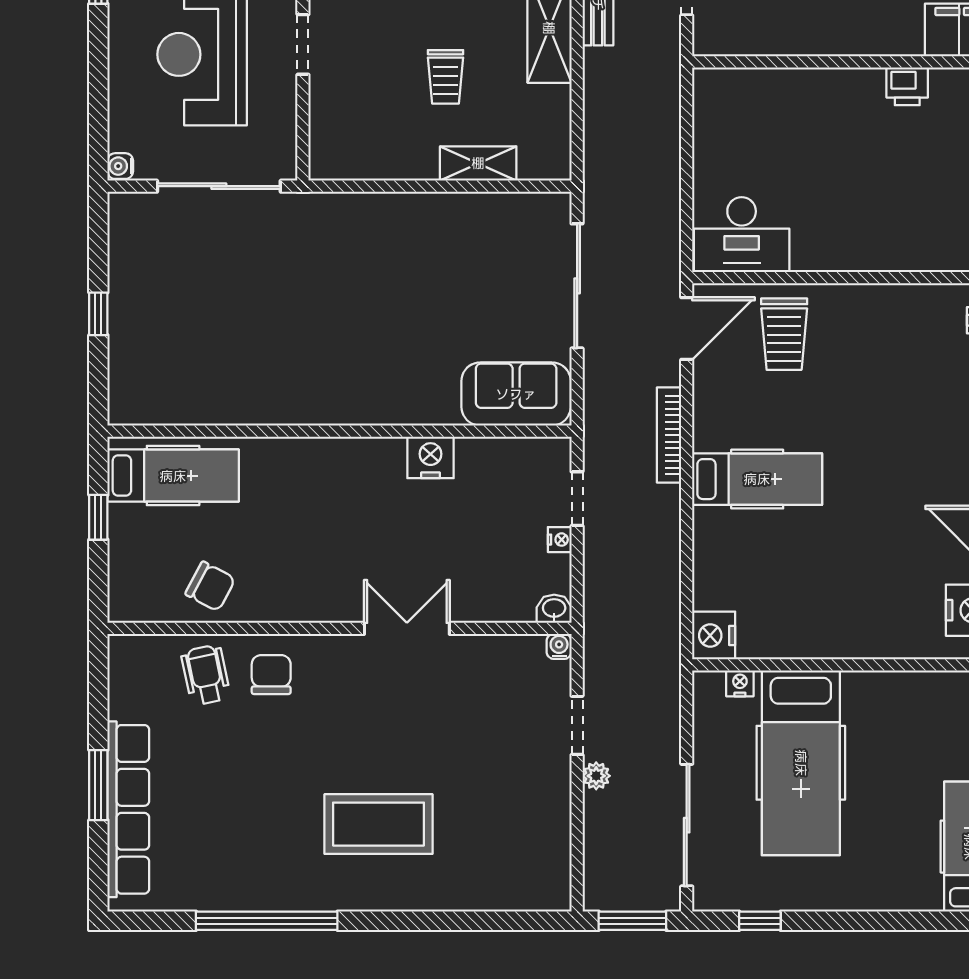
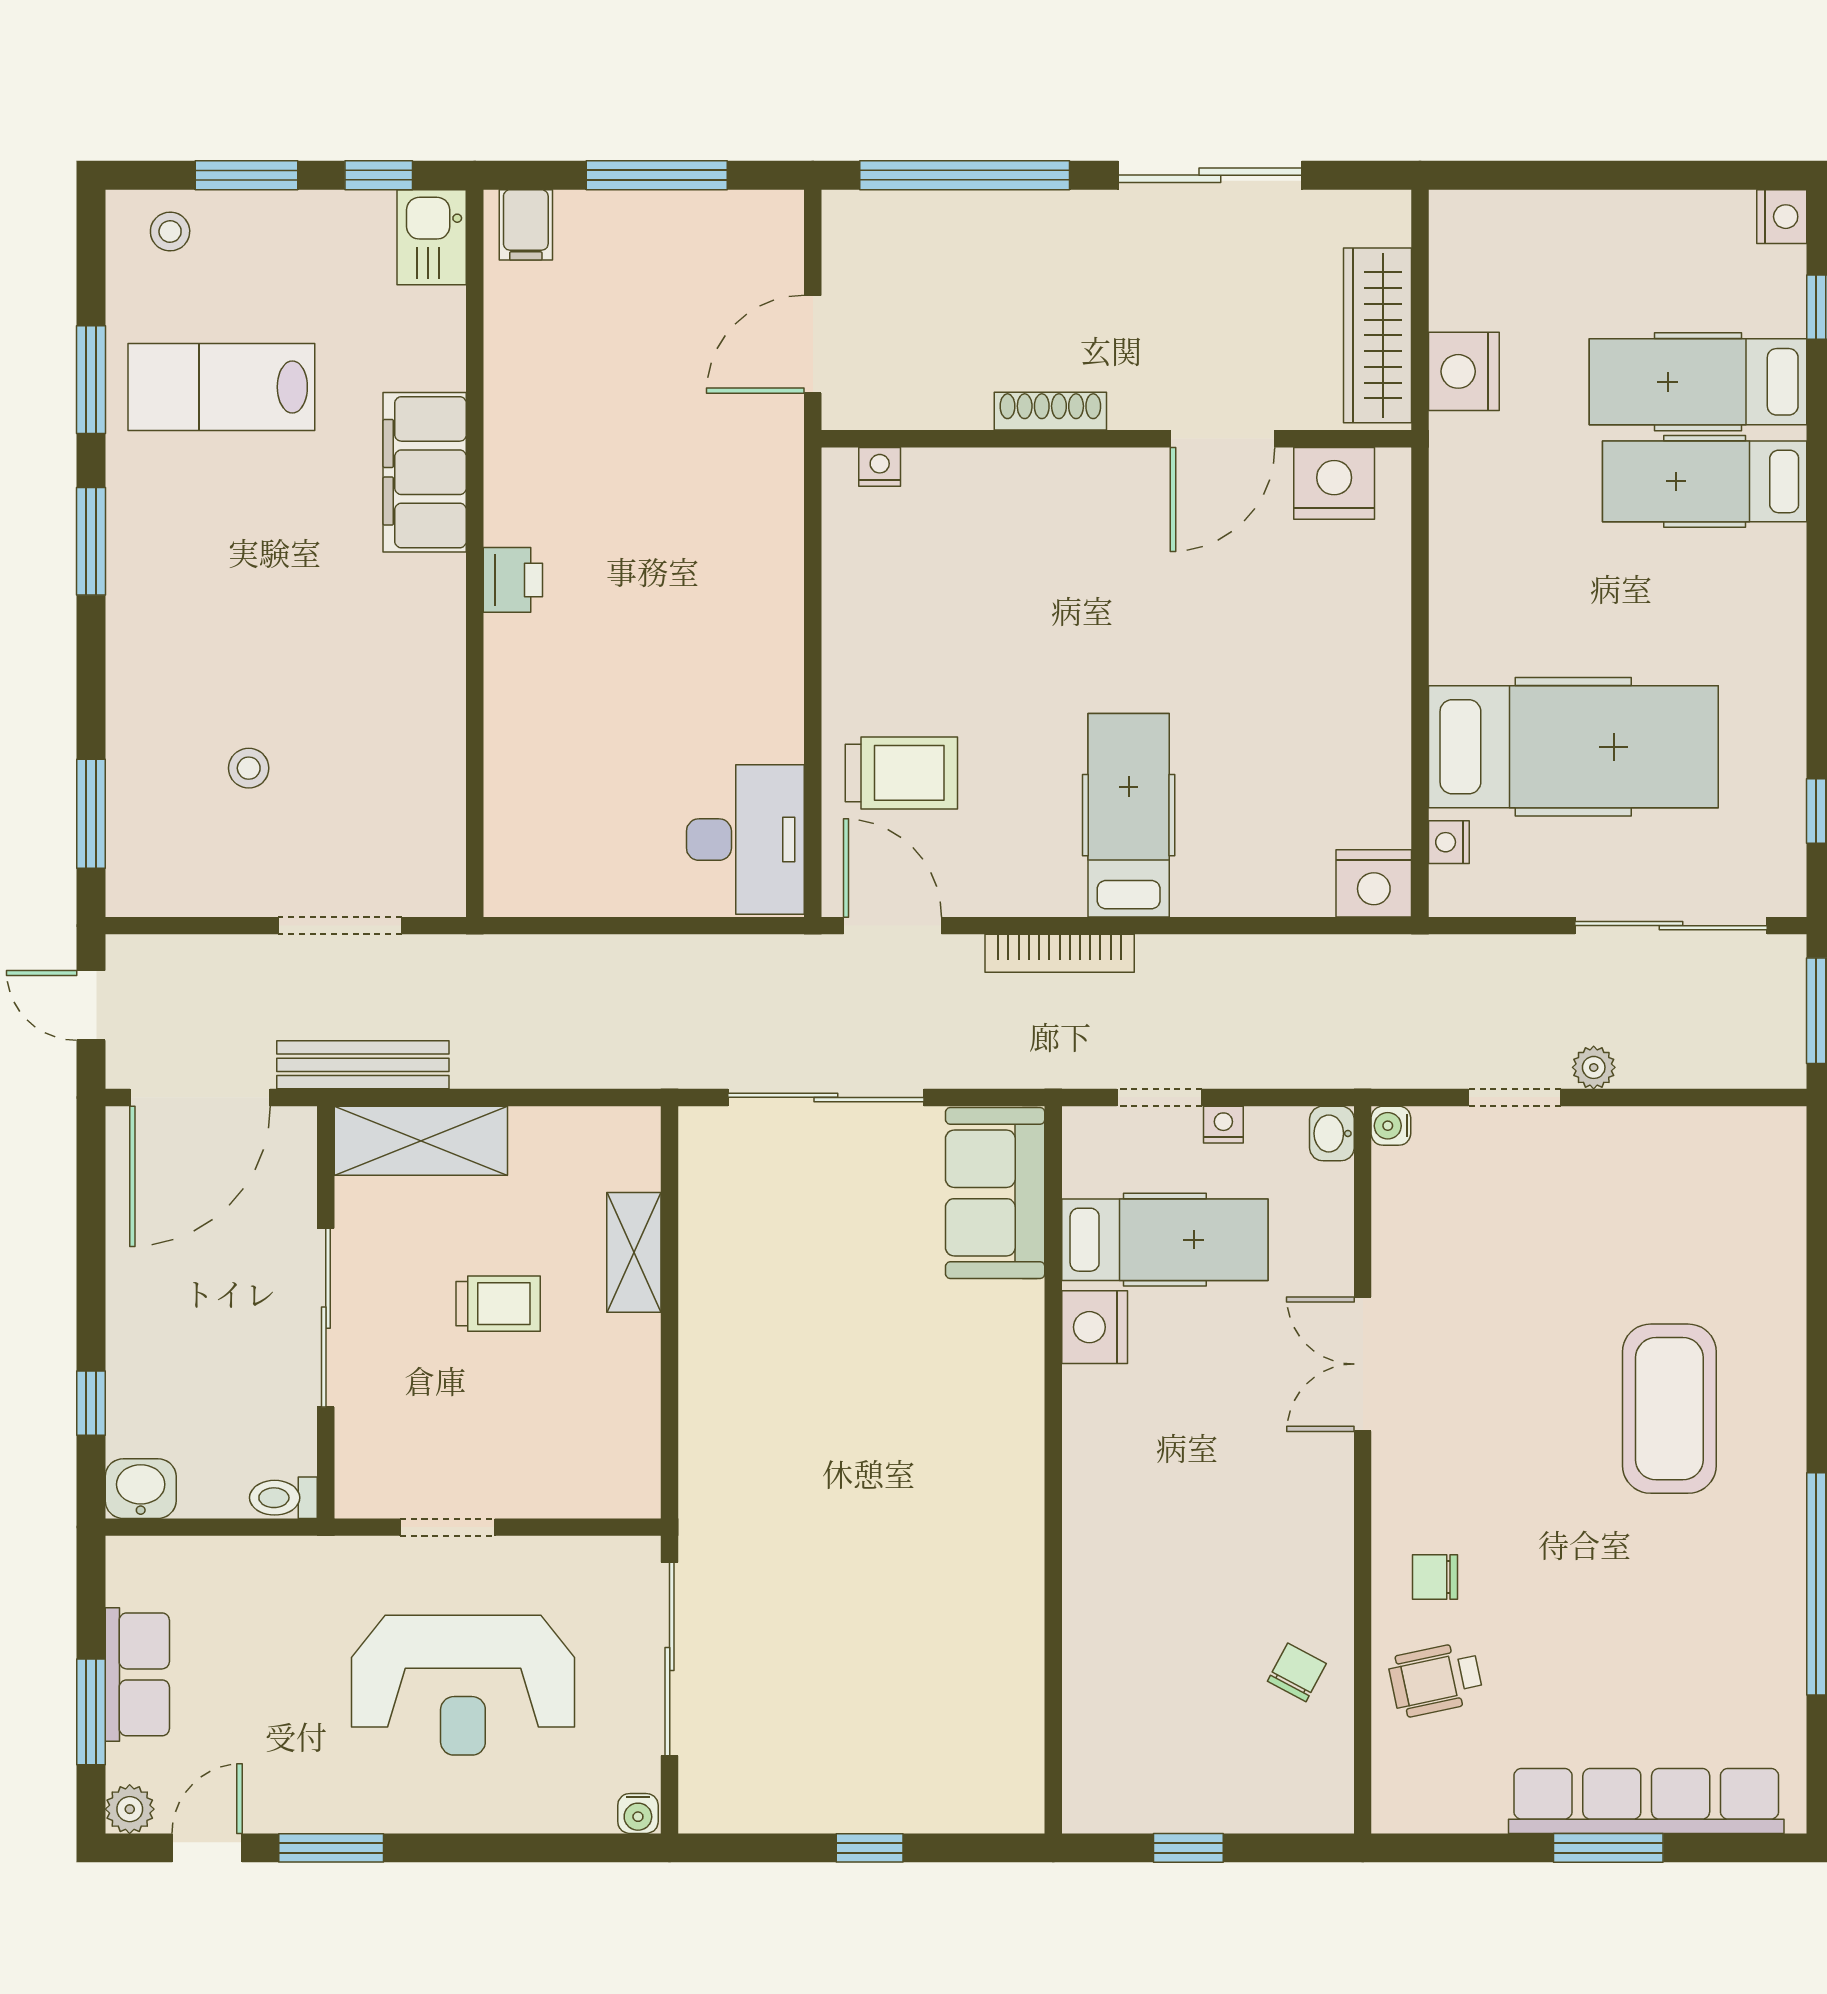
hospital bed: (173, 476) -> (1165, 1240), moved, turned 90
chair: (210, 586) -> (1297, 1672), width x0.73, depth x0.73
chair: (271, 675) -> (1435, 1577), width x0.73, depth x0.73

